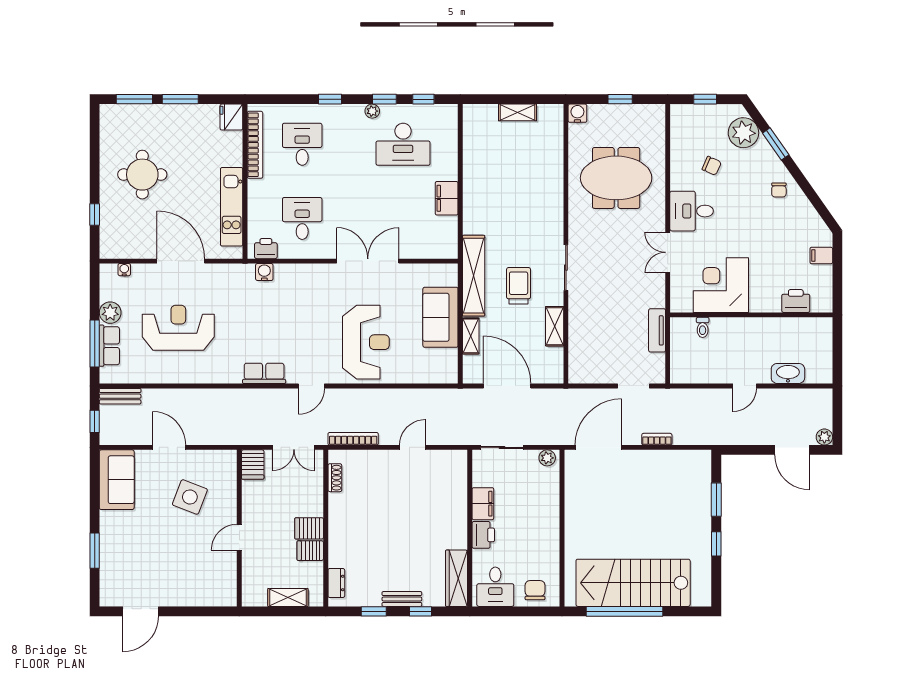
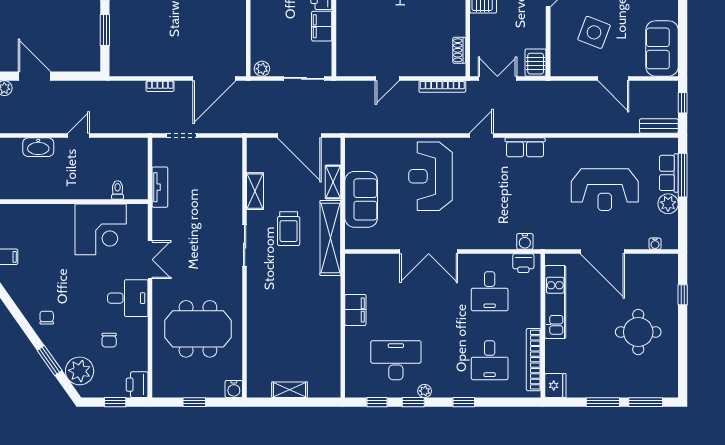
chair: (712, 166) -> (109, 340), turned -114
printer: (796, 301) -> (137, 385), moved, turned 90

